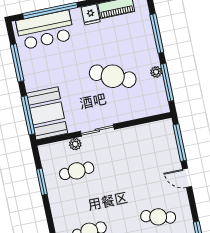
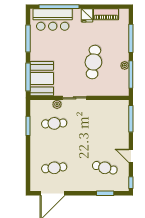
cafe table: (113, 76) -> (93, 62), turned 73
door: (187, 178) -> (131, 156), moved

